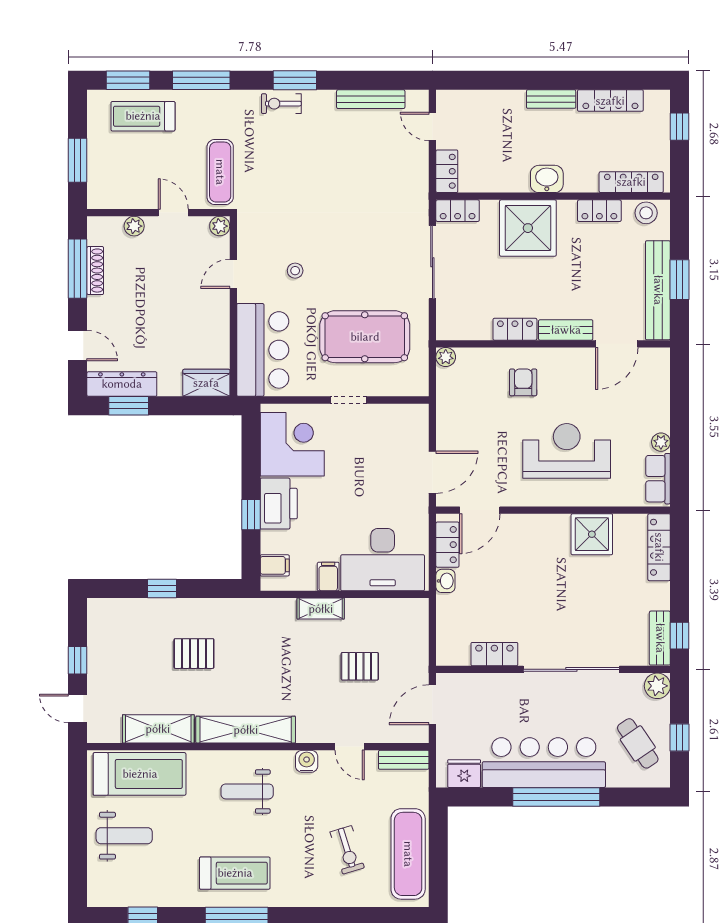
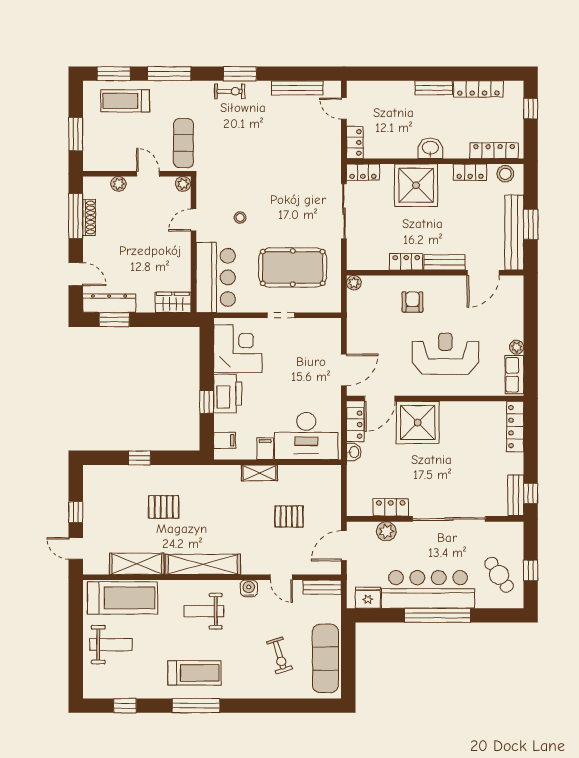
exercise bike: (281, 104) -> (230, 91), turned 180
shower: (592, 534) -> (418, 422), moved, width x1.37, depth x1.37
plant: (657, 686) -> (386, 531), moved

